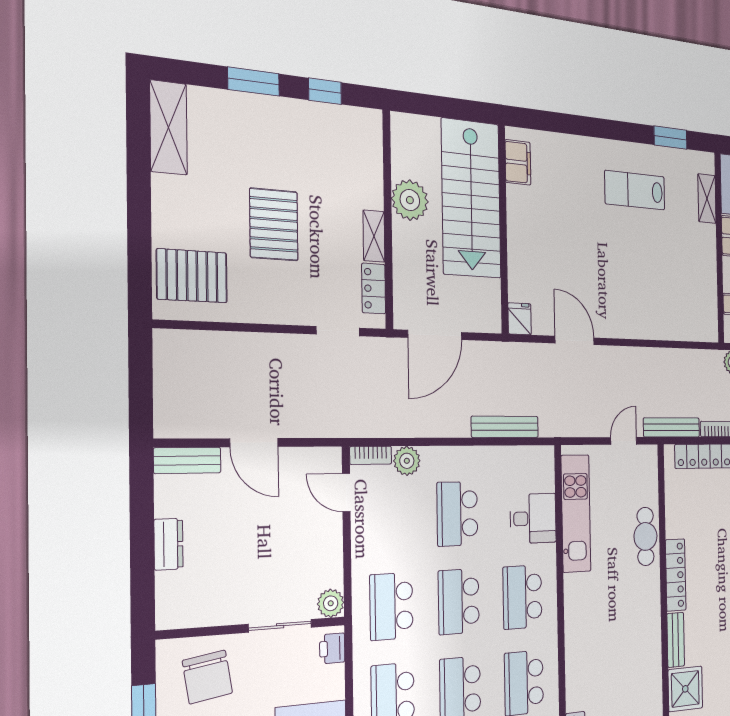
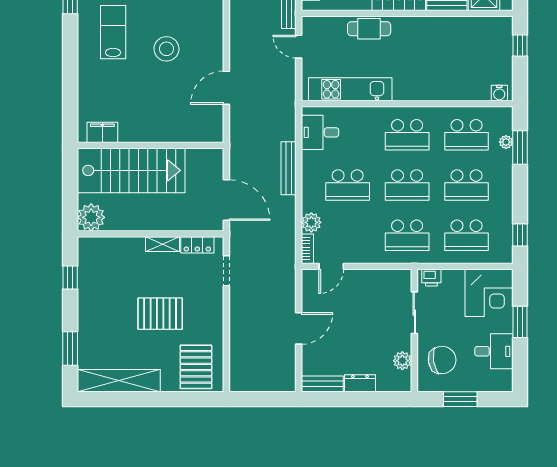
window: (254, 82) -> (70, 348), moved
shelving: (169, 128) -> (119, 381), width x1.47
lab bench: (635, 190) -> (113, 32), turned 180
plant: (410, 200) -> (91, 217), moved
stool: (618, 261) -> (166, 49), added
fridge: (520, 319) -> (213, 133), removed
bench: (505, 427) -> (289, 168), moved
bench: (187, 460) -> (322, 384), moved, turned 90
desk: (533, 518) -> (320, 132), moved, turned -90
plant: (331, 603) -> (402, 361), moved

